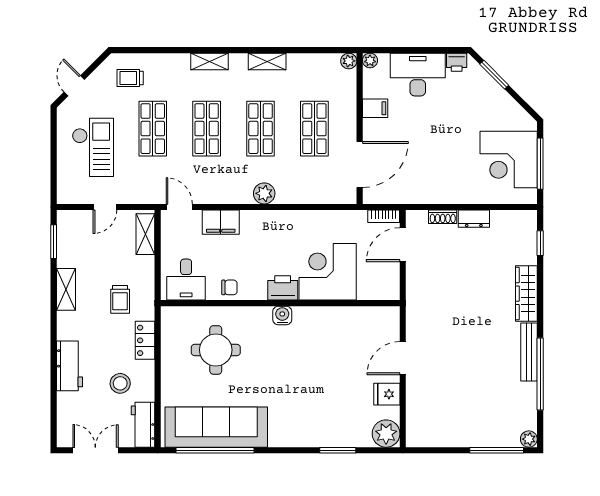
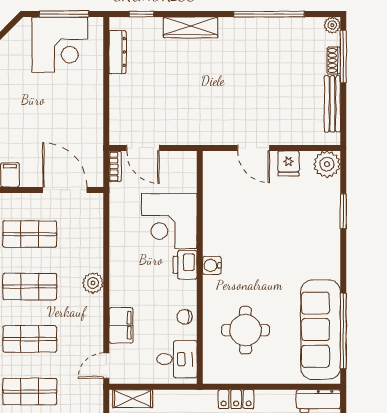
shoe rack: (443, 217) -> (334, 60), moved, turned 180
dresser: (474, 219) -> (118, 52), moved, width x1.44
chair: (229, 287) -> (185, 317), turned -90
bench: (529, 352) -> (332, 104), moved, turned 90

